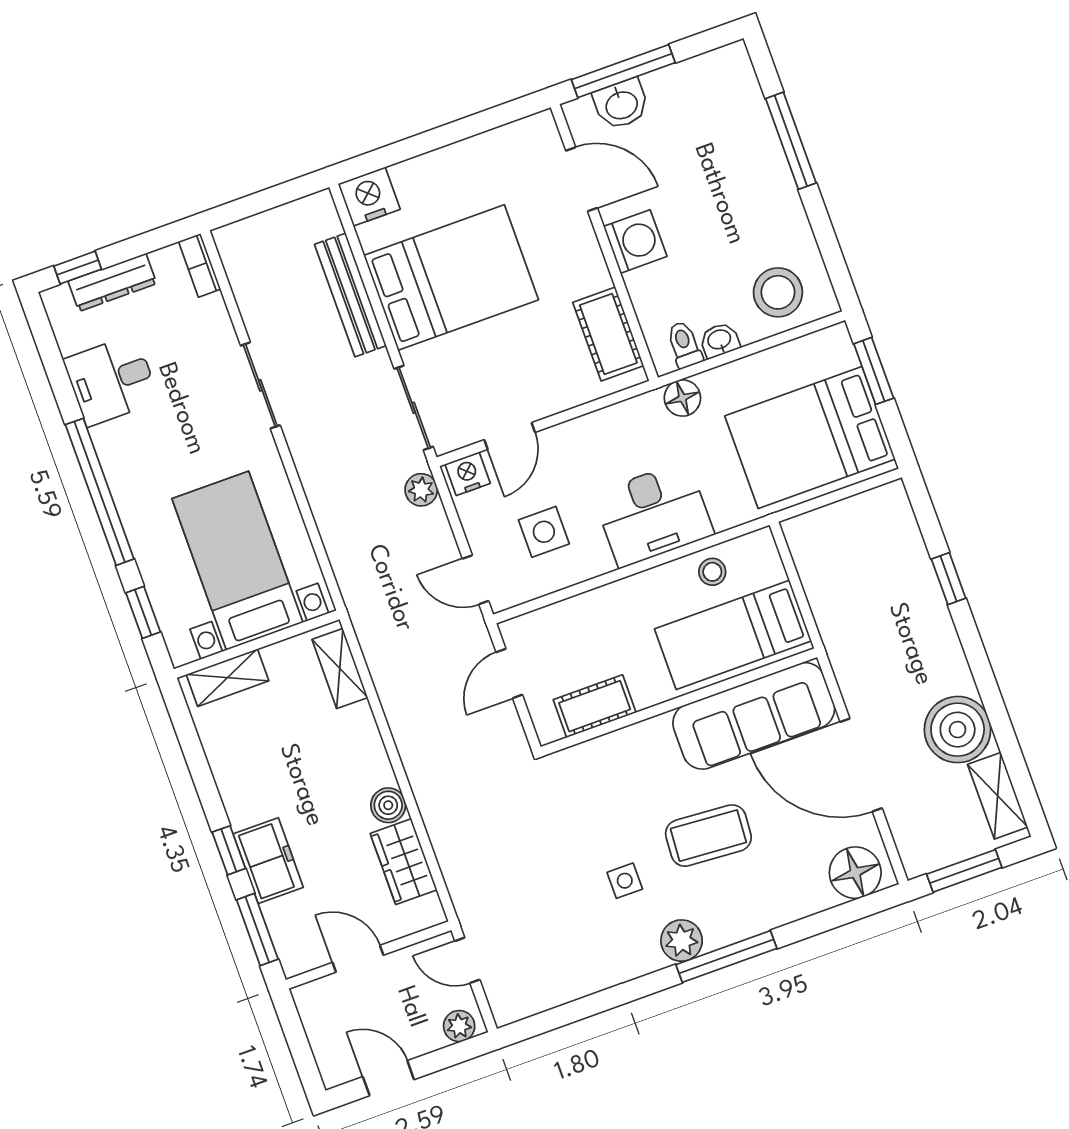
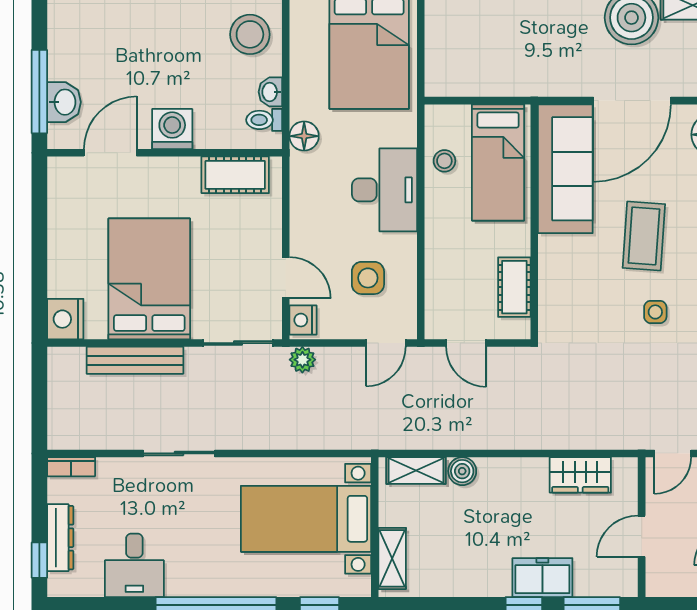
boiler: (388, 805) -> (462, 471), moved

